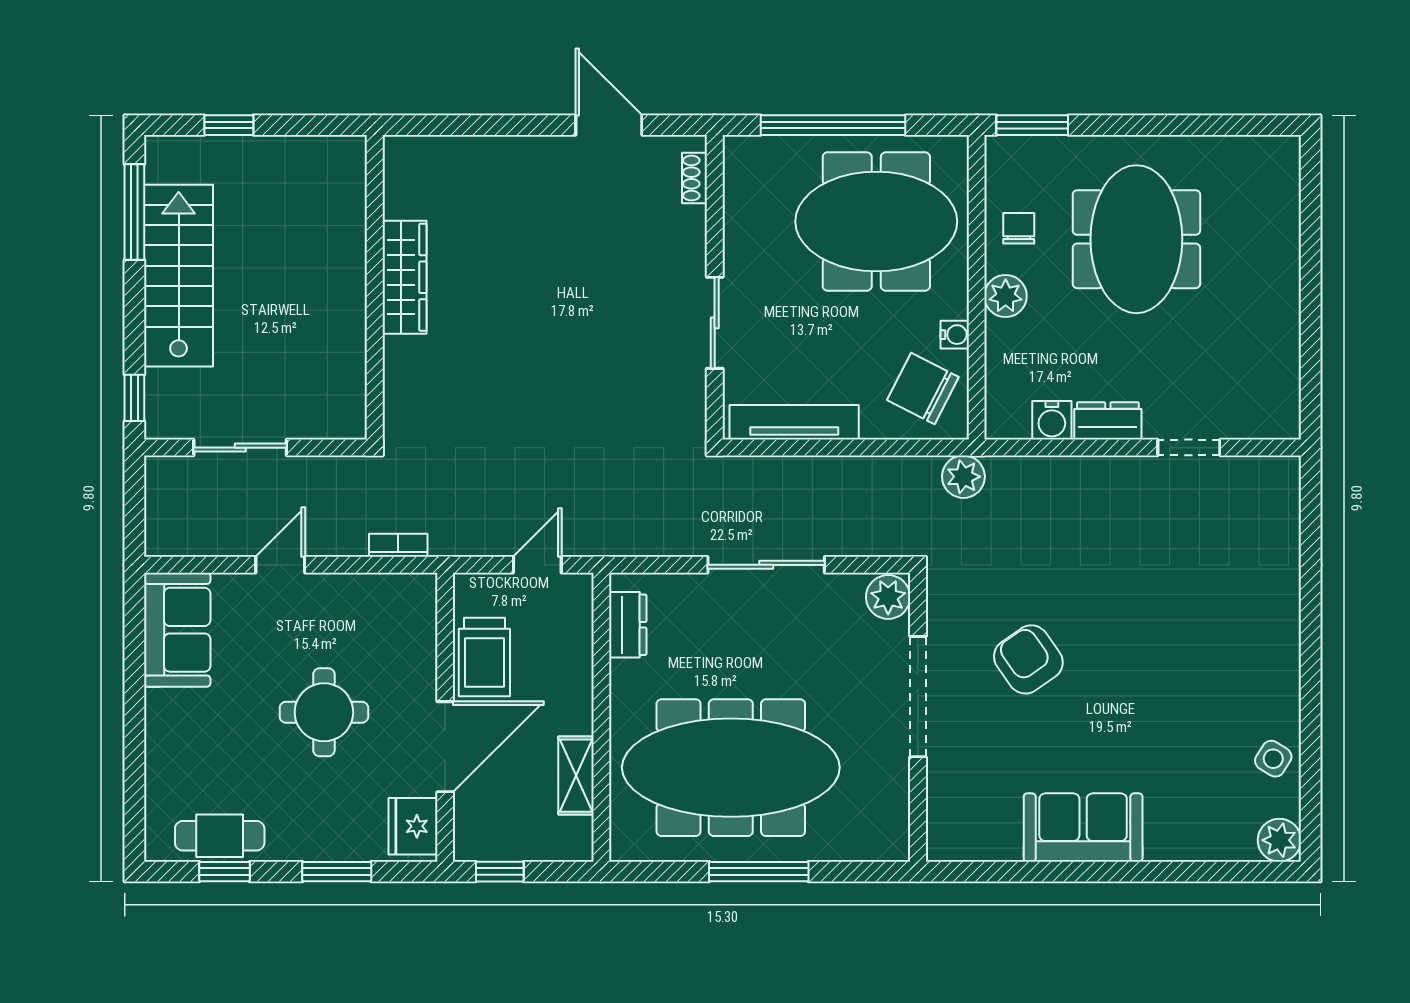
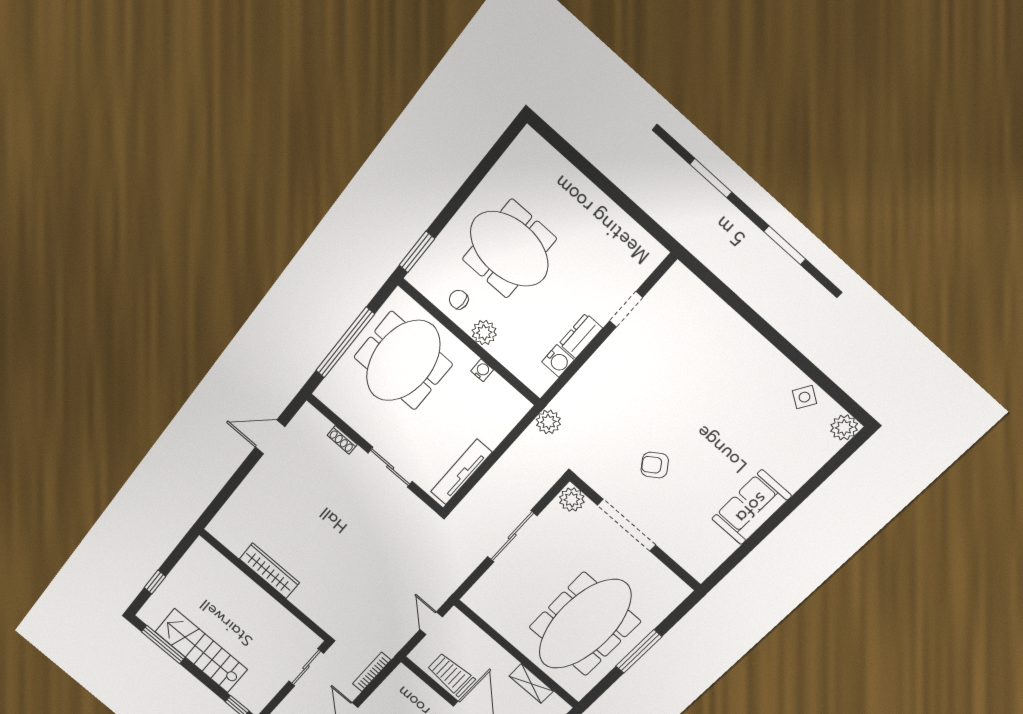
shoe rack: (695, 178) -> (342, 440), moved
chair: (923, 389) -> (494, 405), removed
sliding door: (240, 448) -> (306, 667), moved
bookcase: (398, 545) -> (372, 672), width x1.56
dresser: (628, 625) -> (487, 611), removed
trolley: (484, 657) -> (451, 675), turned 180
armchair: (1028, 659) -> (655, 465), width x0.72, depth x0.72

